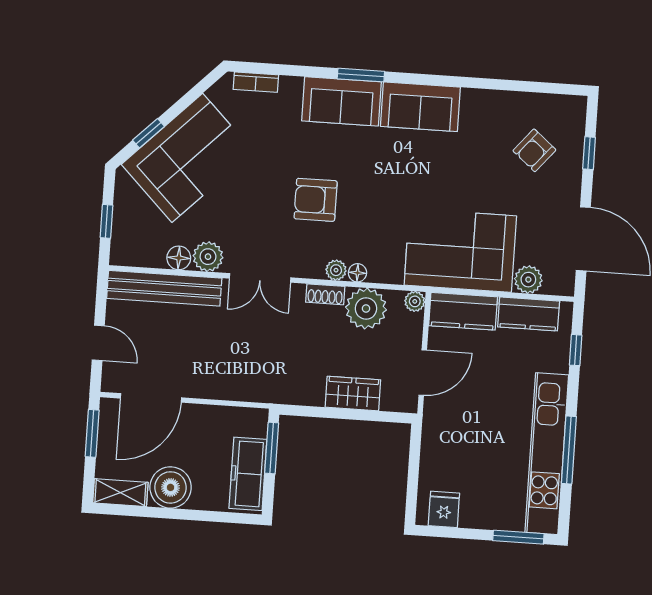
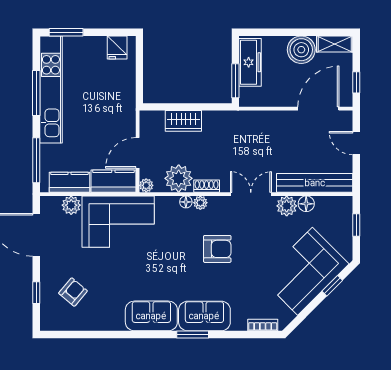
window: (576, 350) -> (36, 160), width x2.17
door: (423, 373) -> (138, 153), moved
window: (92, 433) -> (356, 82), width x0.67

